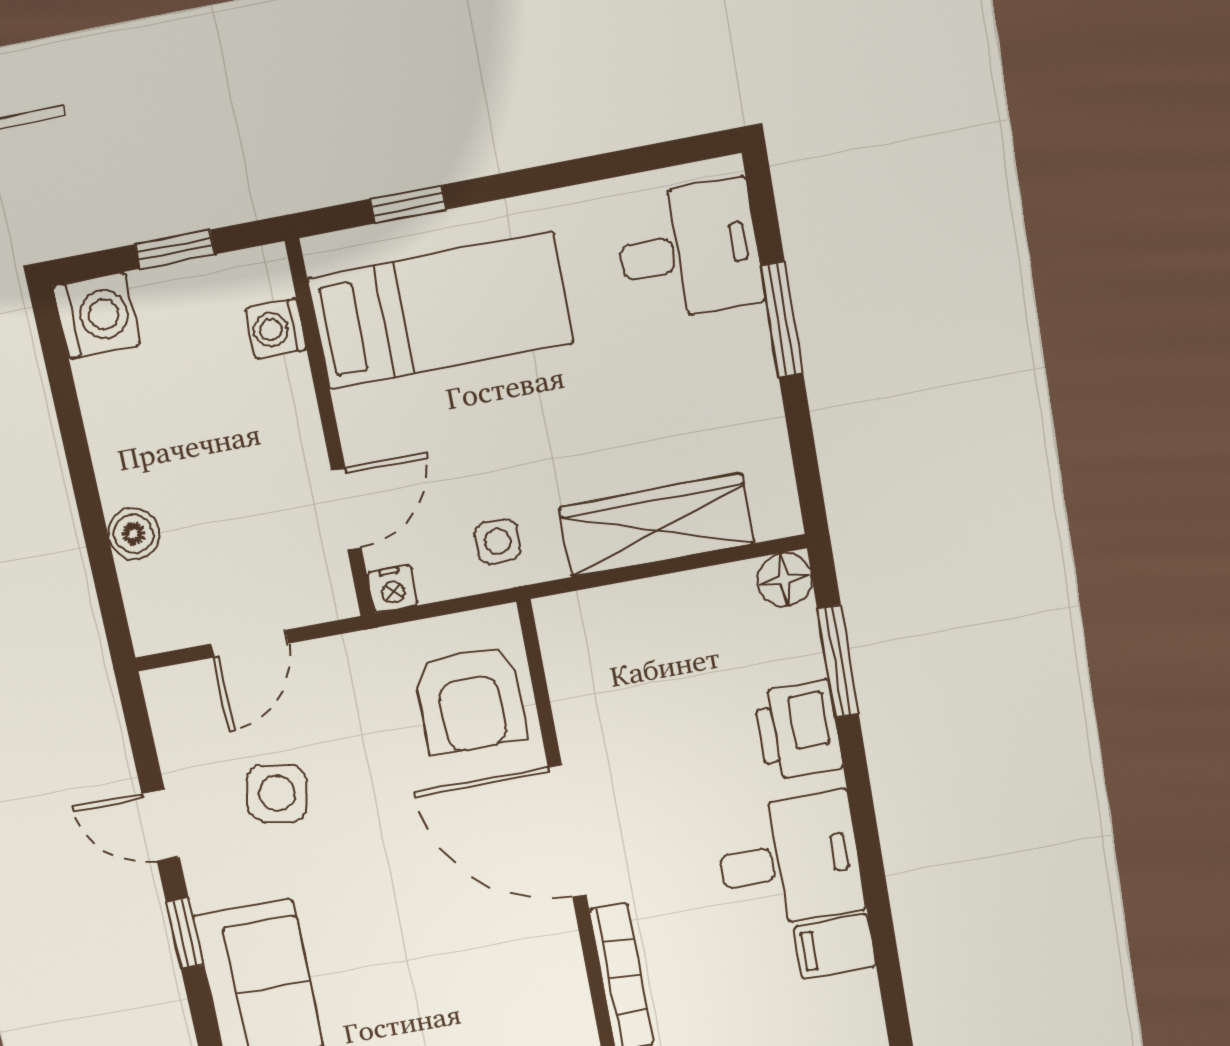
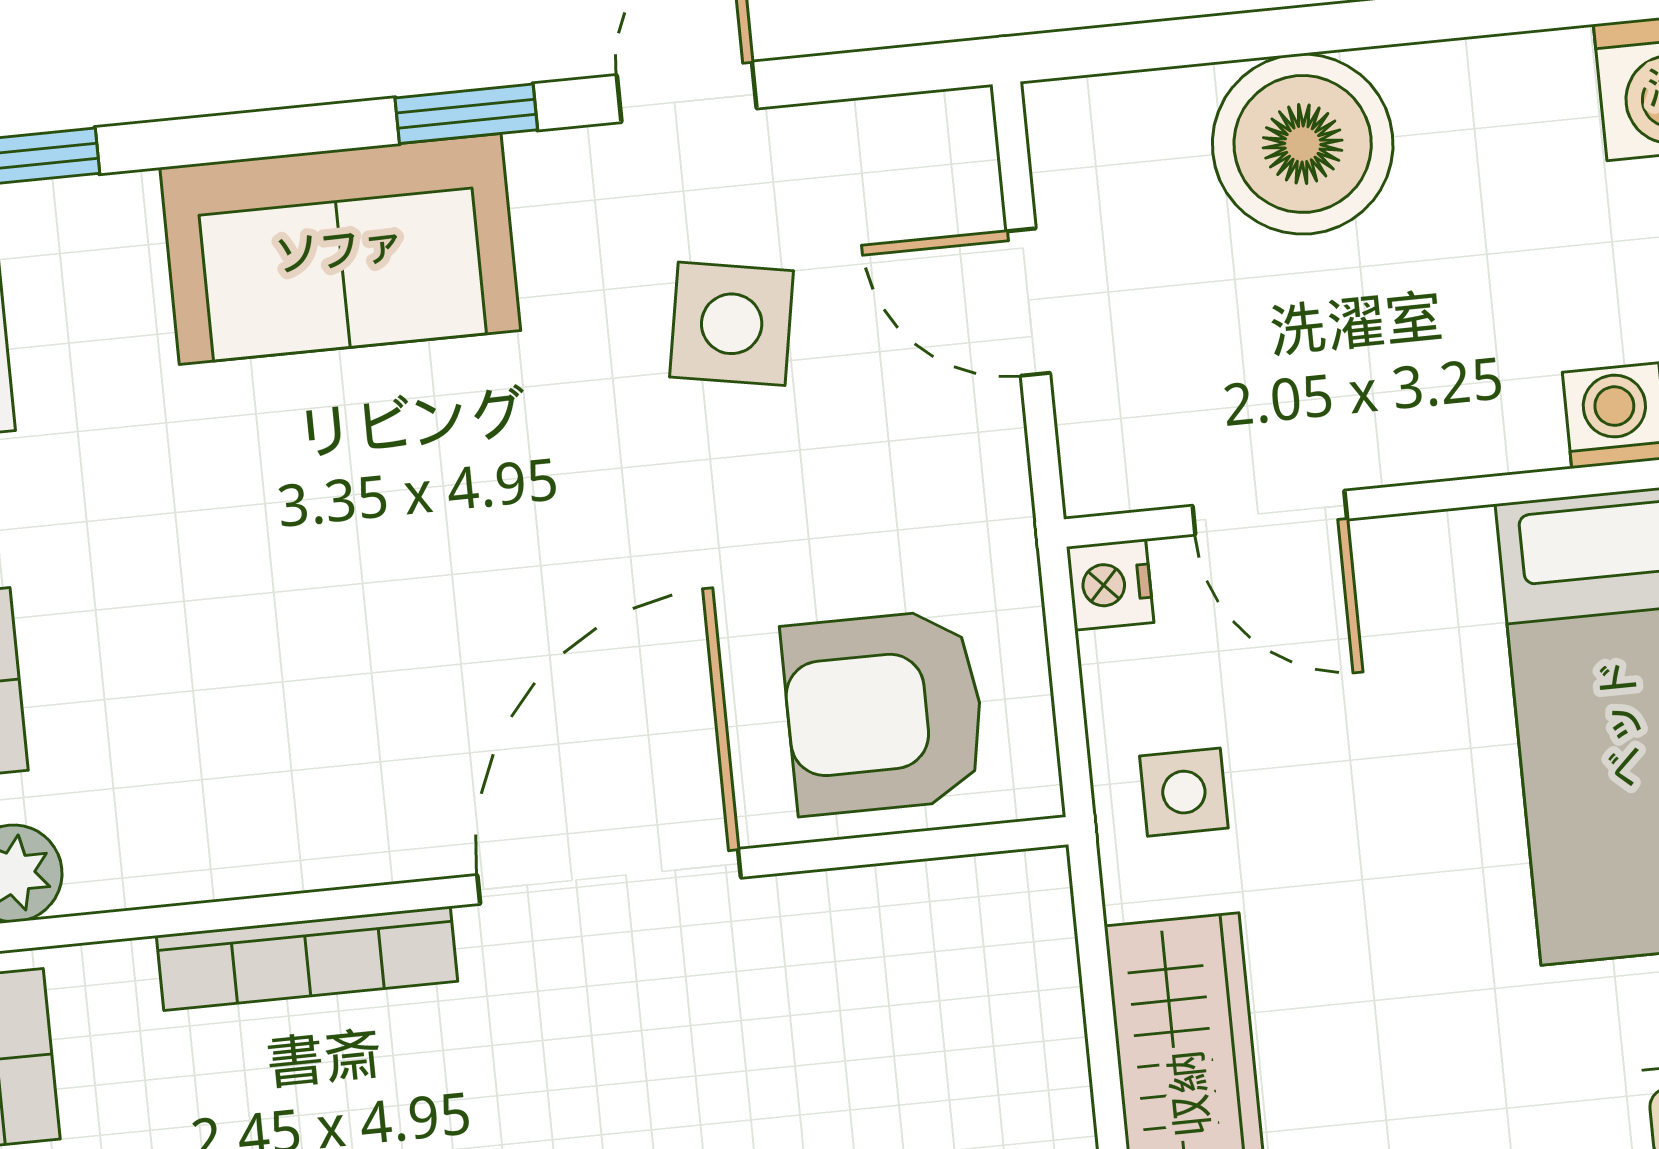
boiler: (134, 534) -> (1303, 144), width x1.86, depth x1.86

